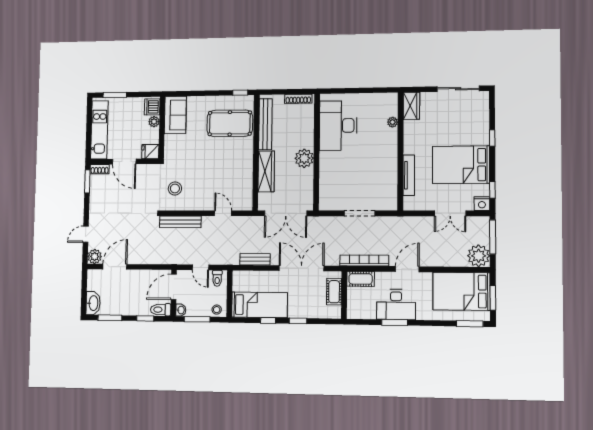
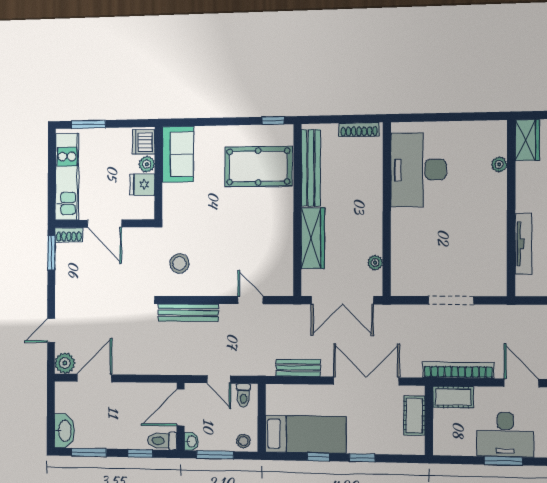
fridge: (150, 152) -> (142, 185), moved
plant: (304, 158) -> (375, 263), moved, width x0.53, depth x0.53
door: (407, 269) -> (522, 383), hinge flipped

